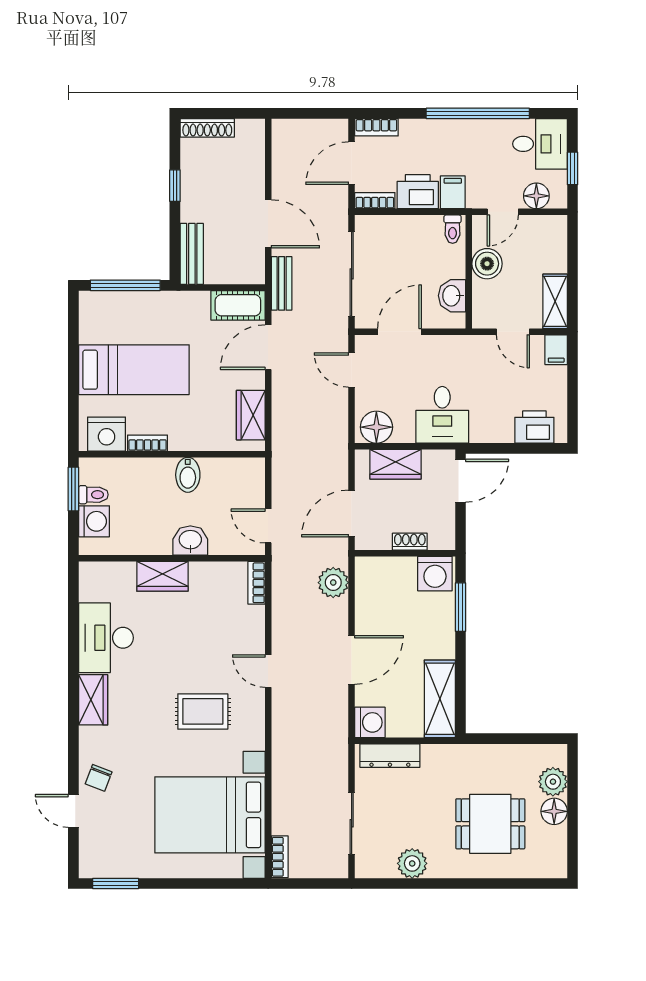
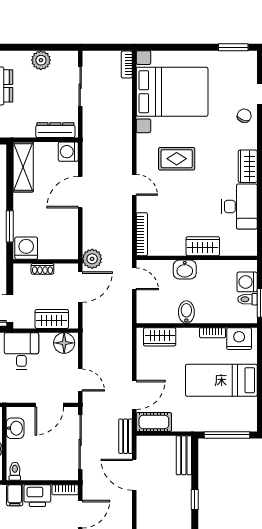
wardrobe: (251, 415) -> (160, 337), moved, turned 90
bookcase: (257, 583) -> (142, 234), width x1.56
plant: (333, 583) -> (92, 259), moved

